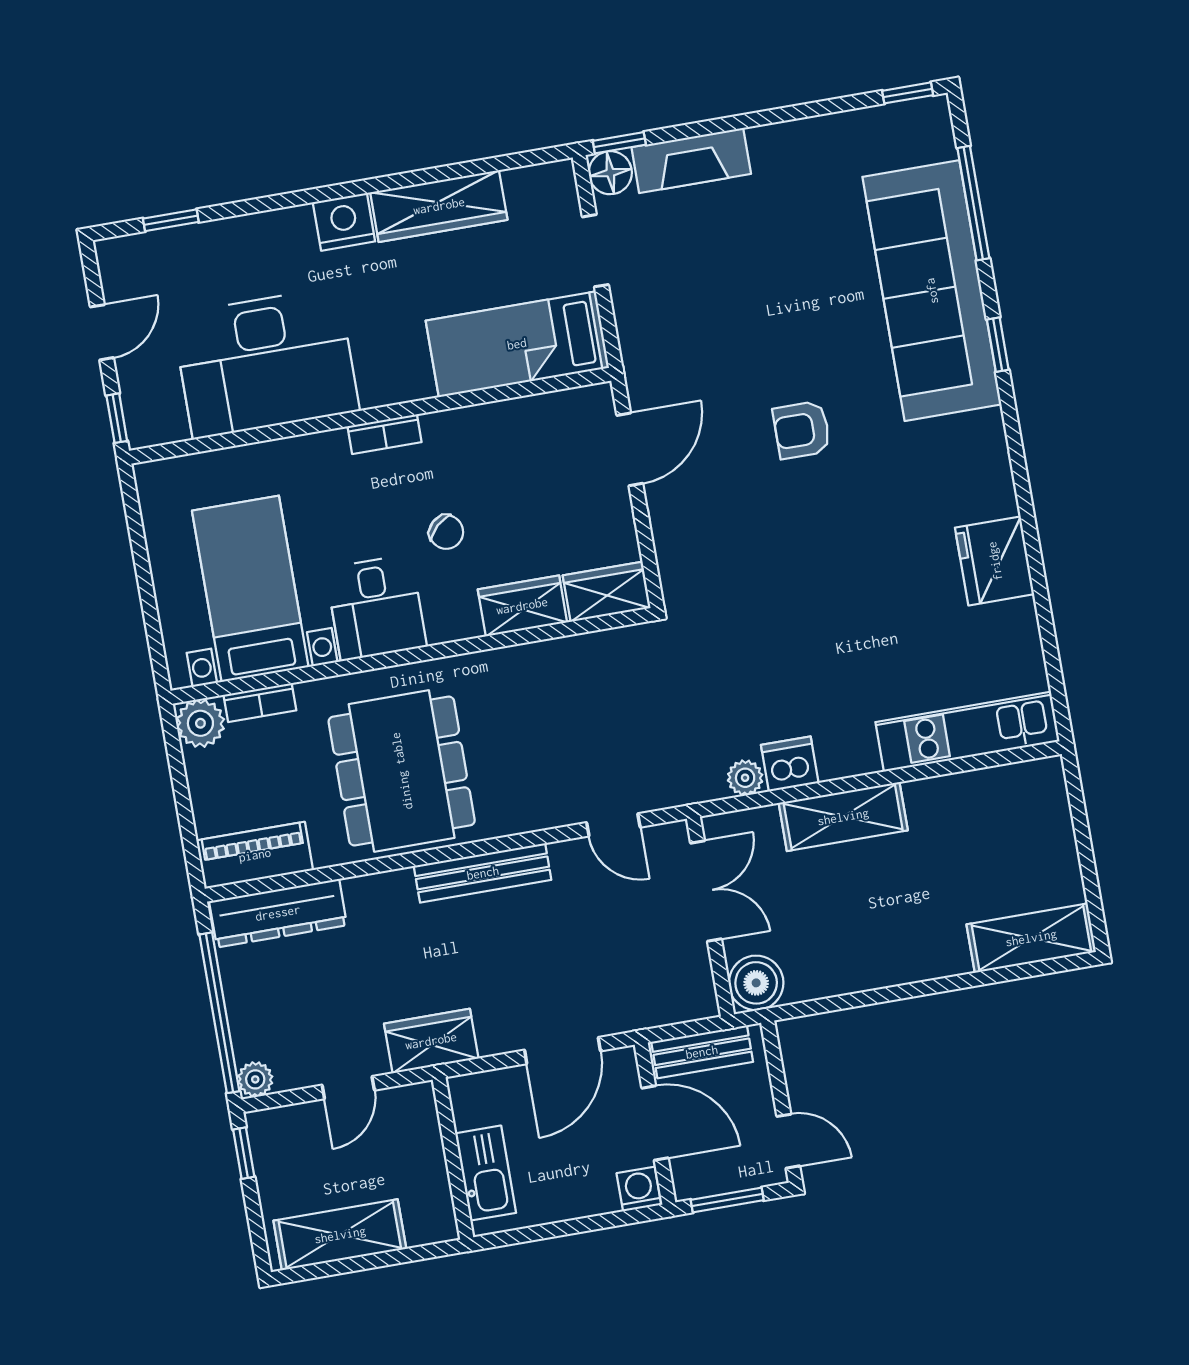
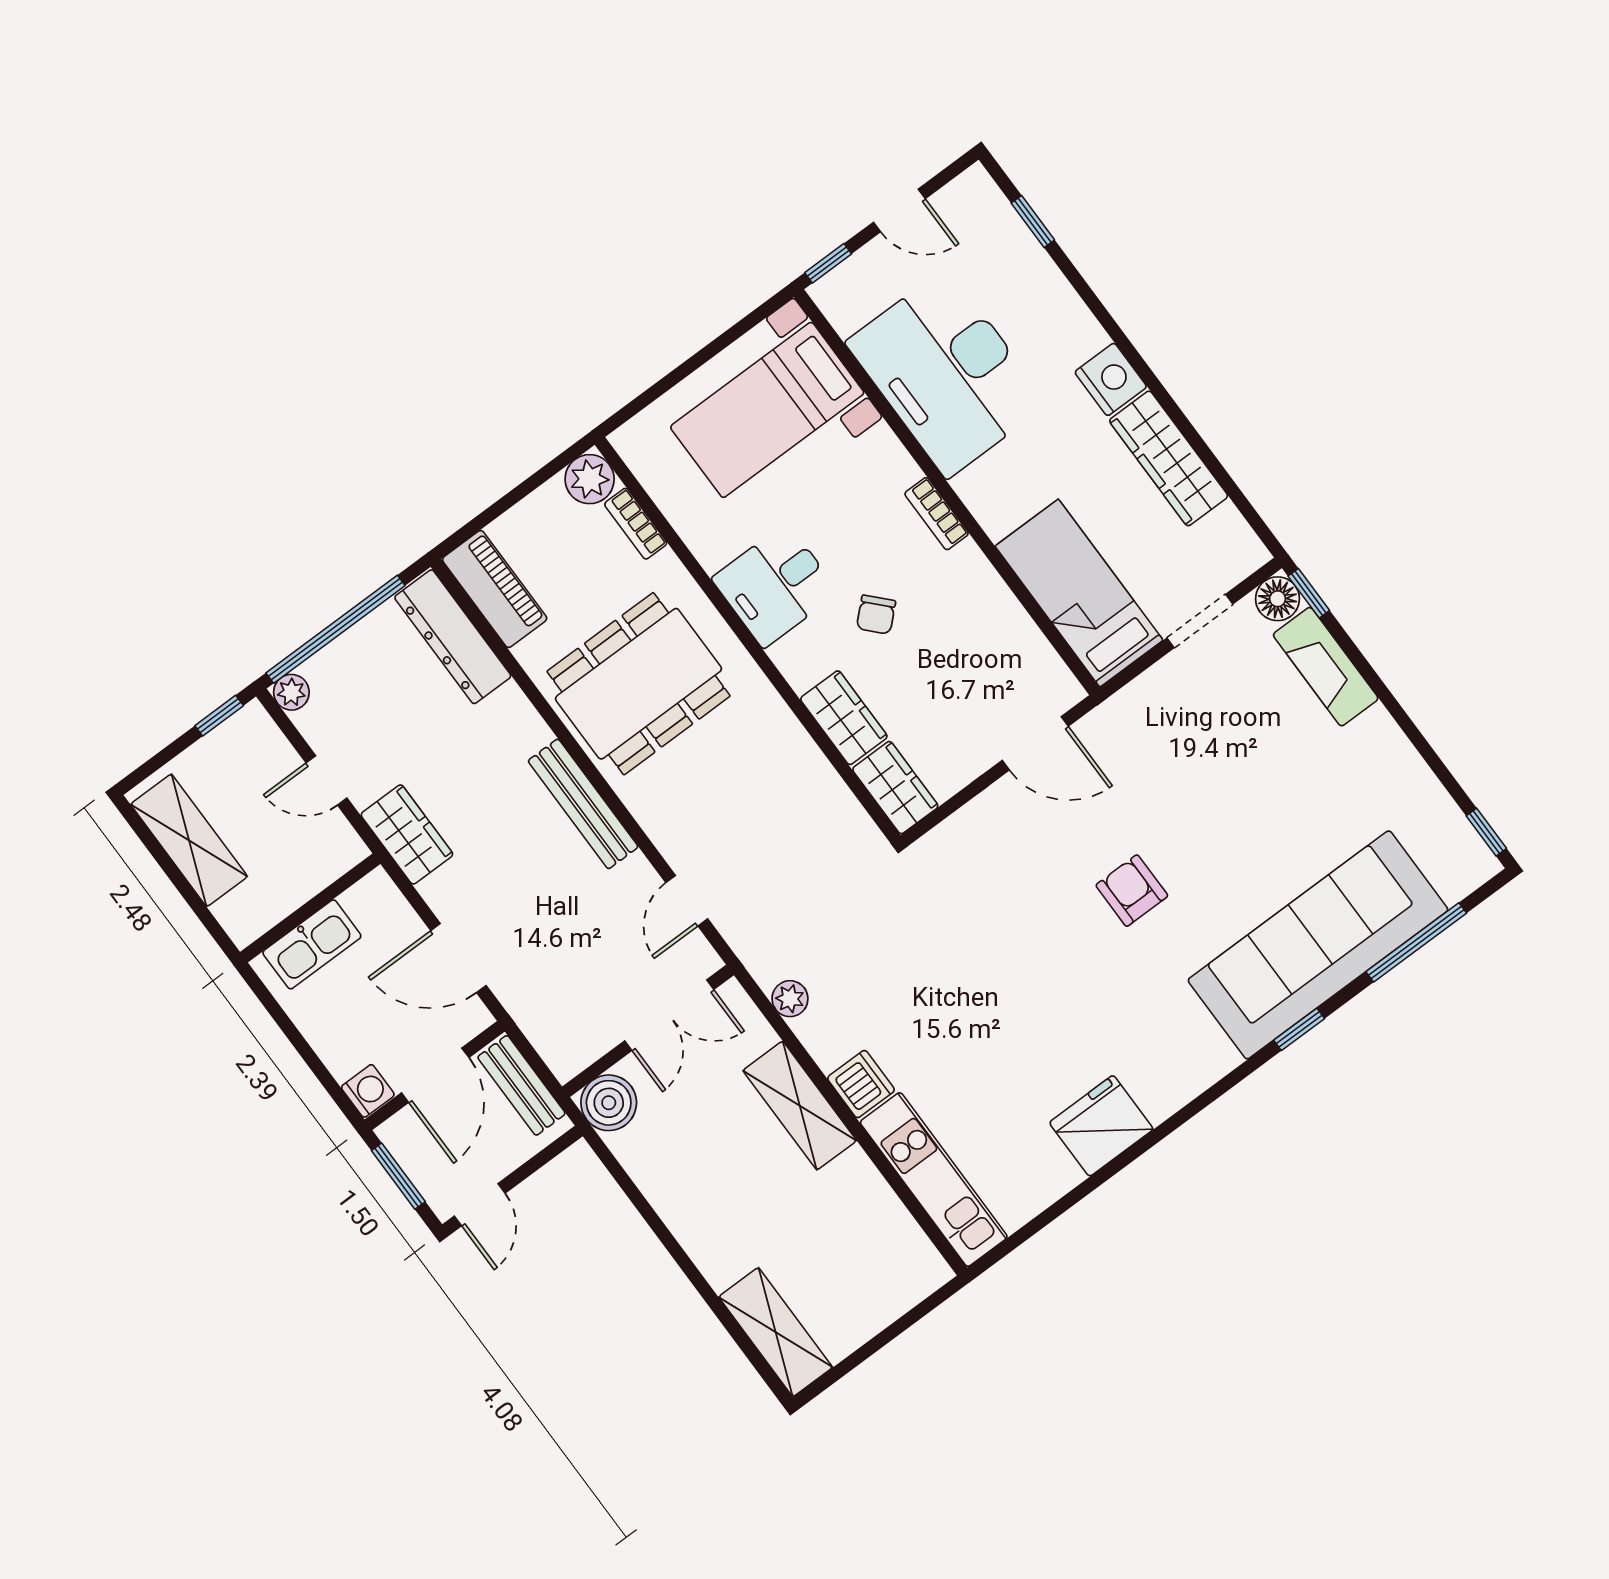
bed with nightstands: (250, 589) -> (767, 410), moved, turned 180
dishwasher: (790, 764) -> (861, 1084), moved

